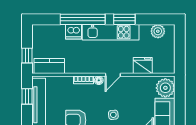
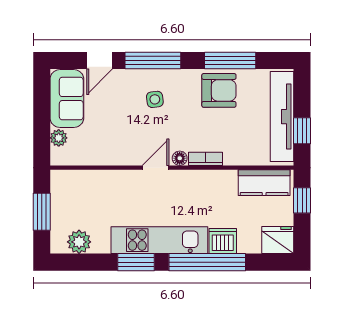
window: (180, 49) -> (42, 212), added
fridge: (143, 66) -> (278, 240), moved, turned 180
plant: (165, 88) -> (59, 138), width x0.53, depth x0.53

